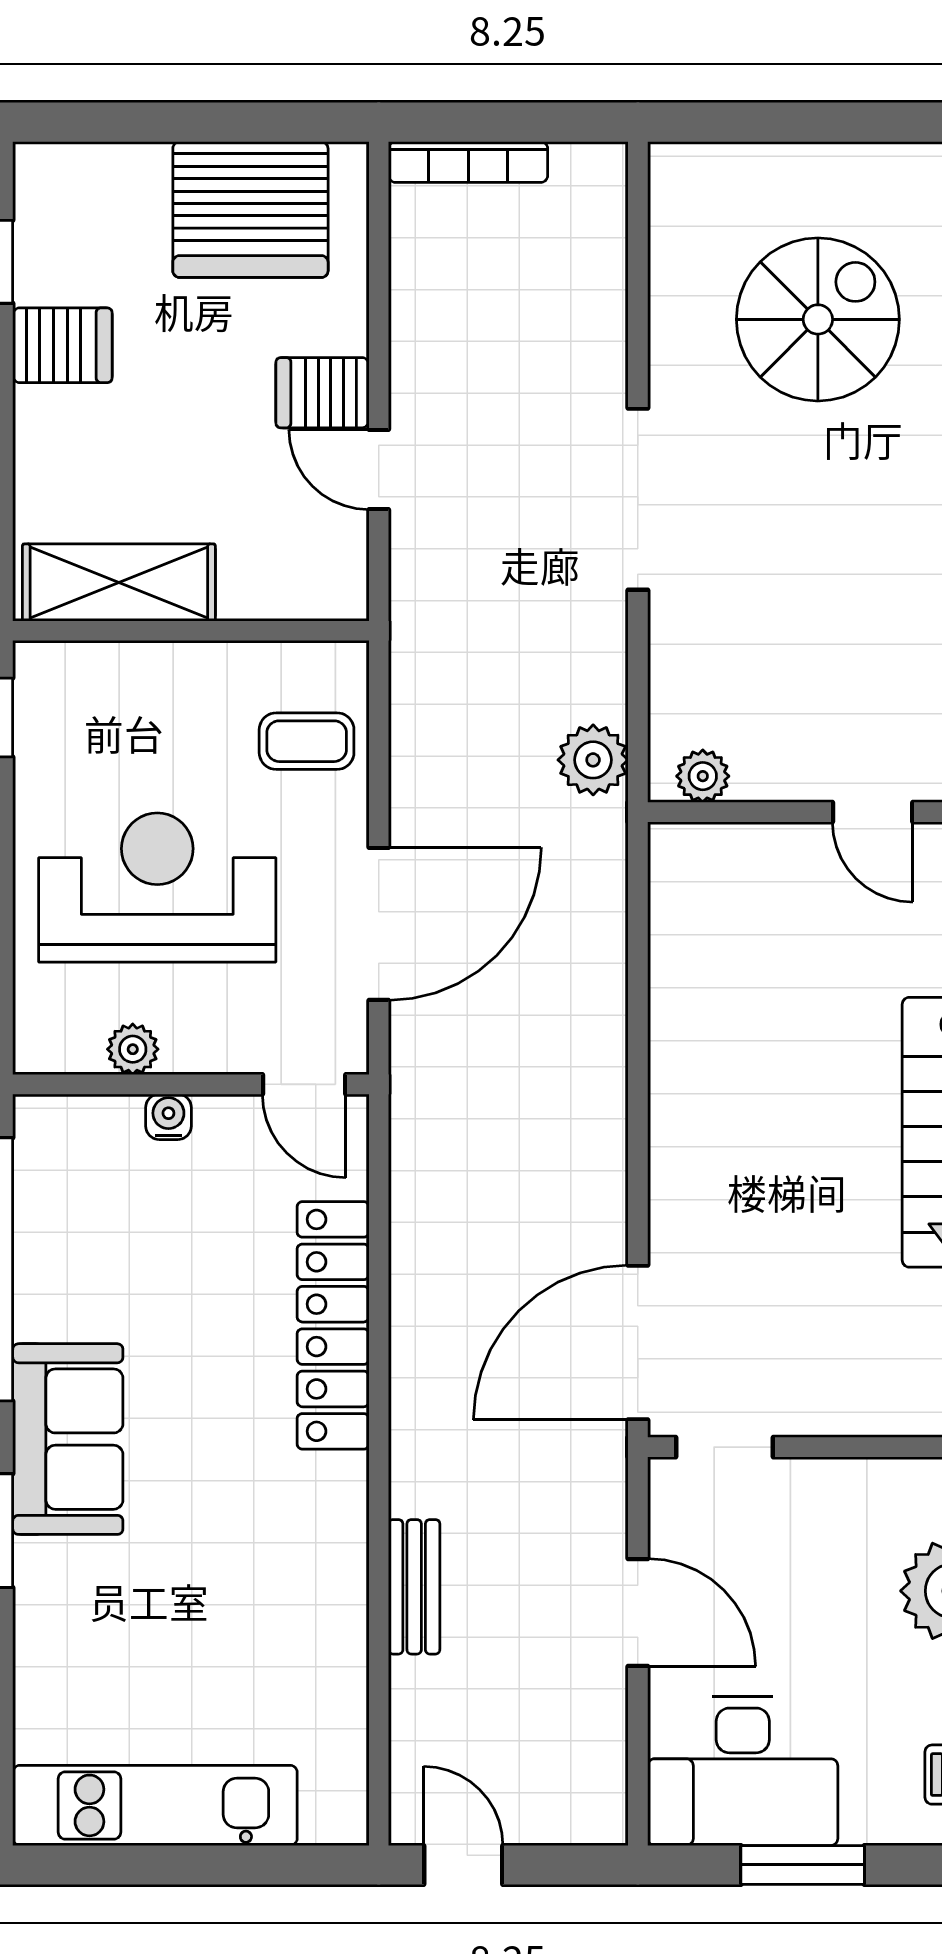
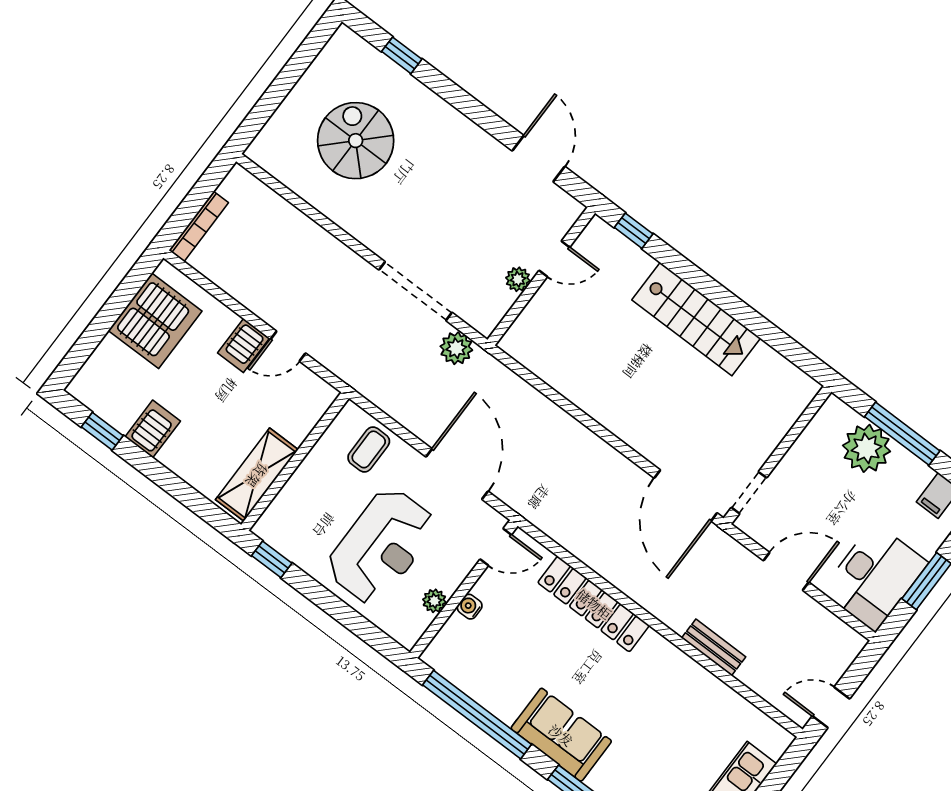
doorway: (638, 499) -> (415, 291), moved
plant: (703, 776) -> (518, 279), moved
reception desk: (157, 887) -> (381, 546), turned 180

